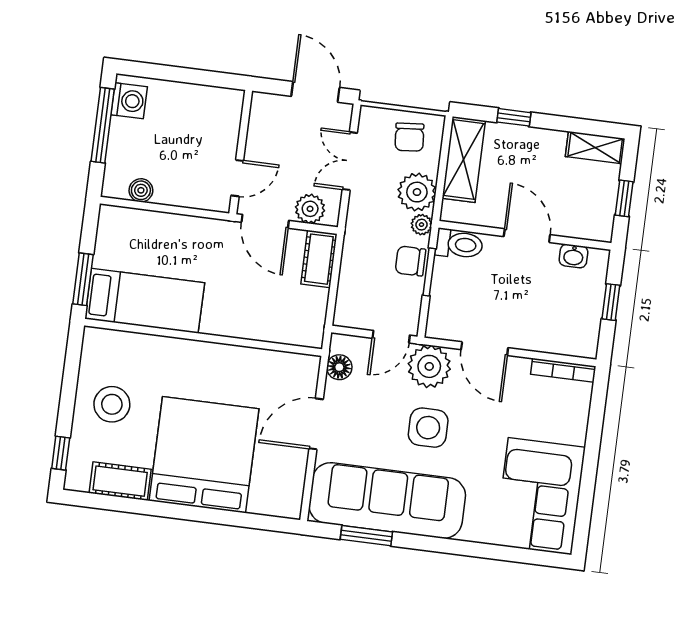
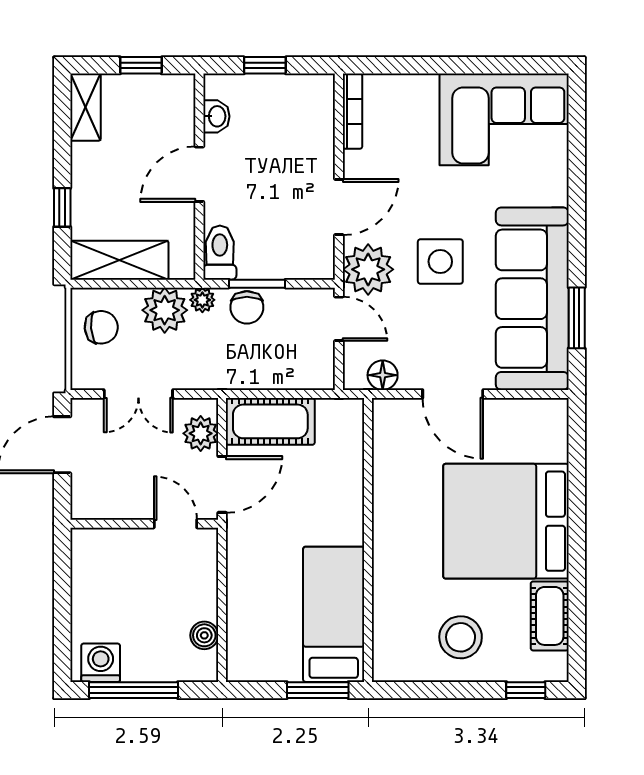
cot: (319, 259) -> (270, 421), width x1.37, depth x1.34

